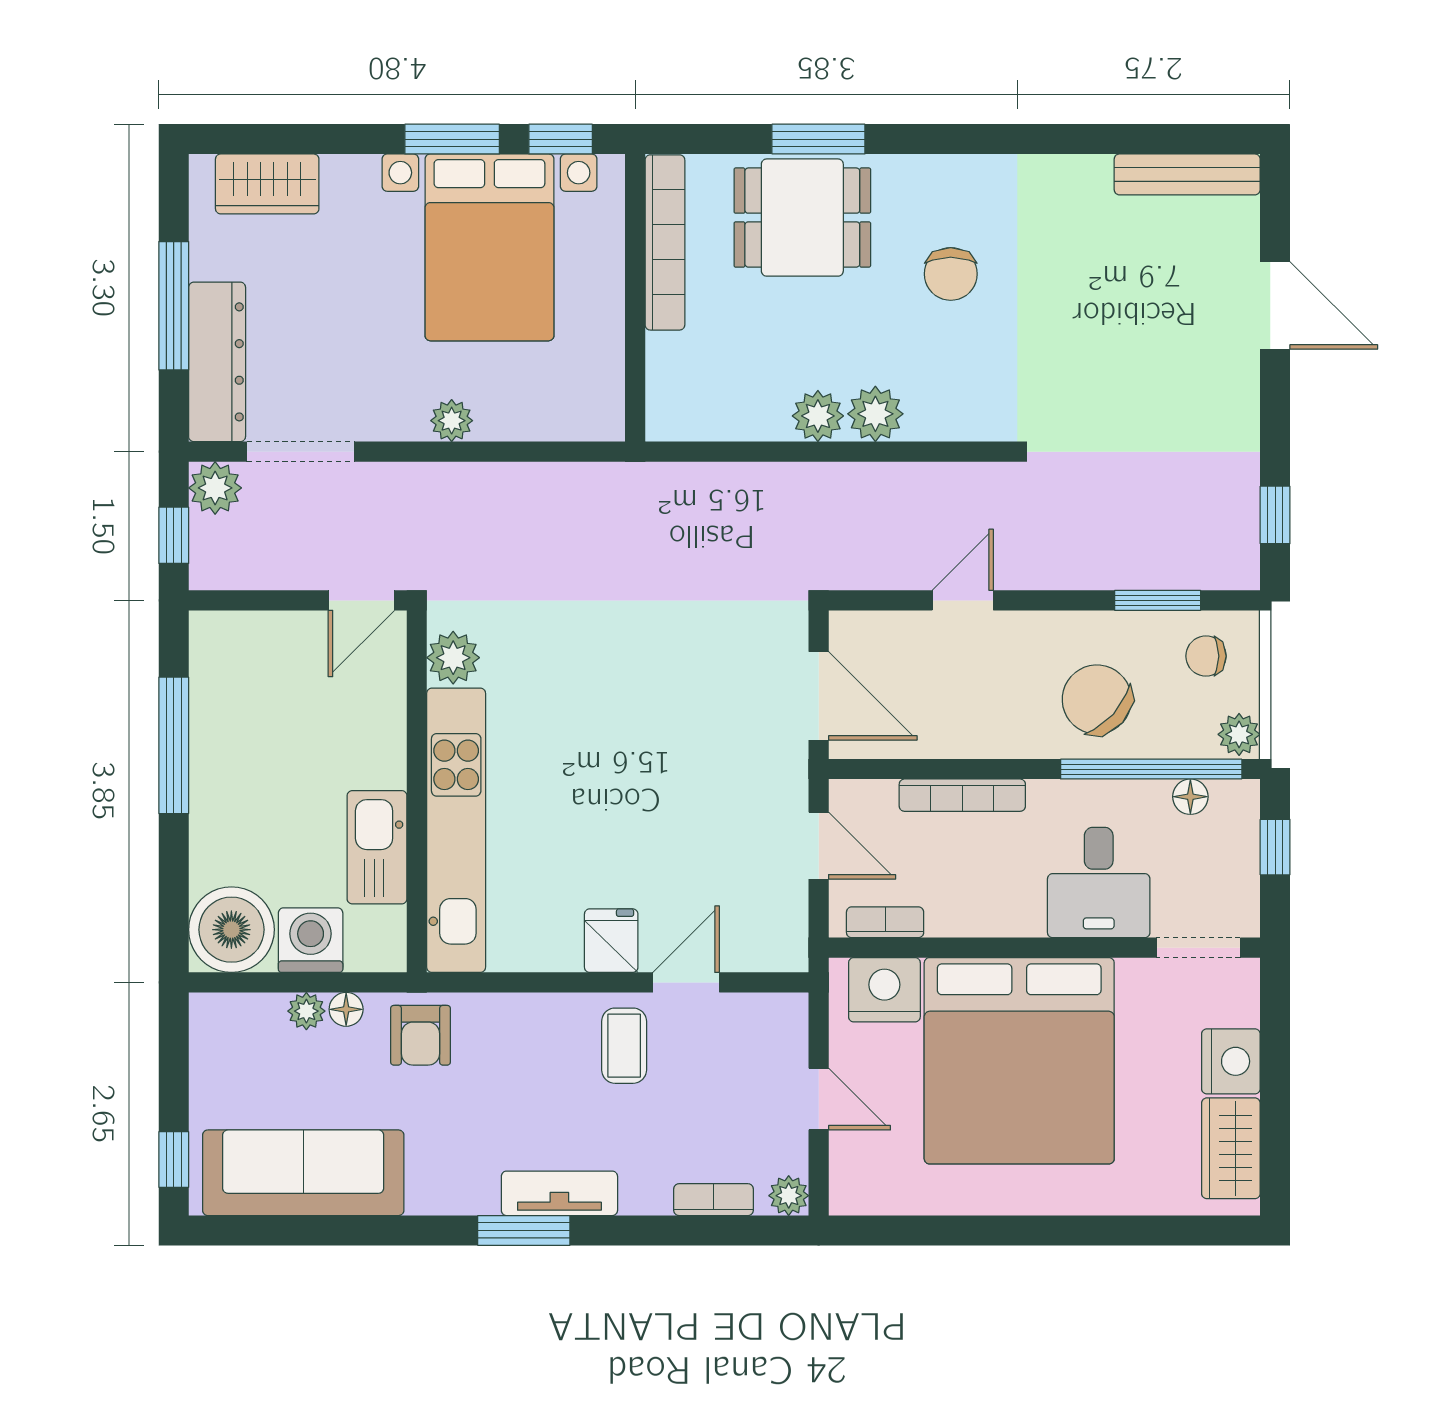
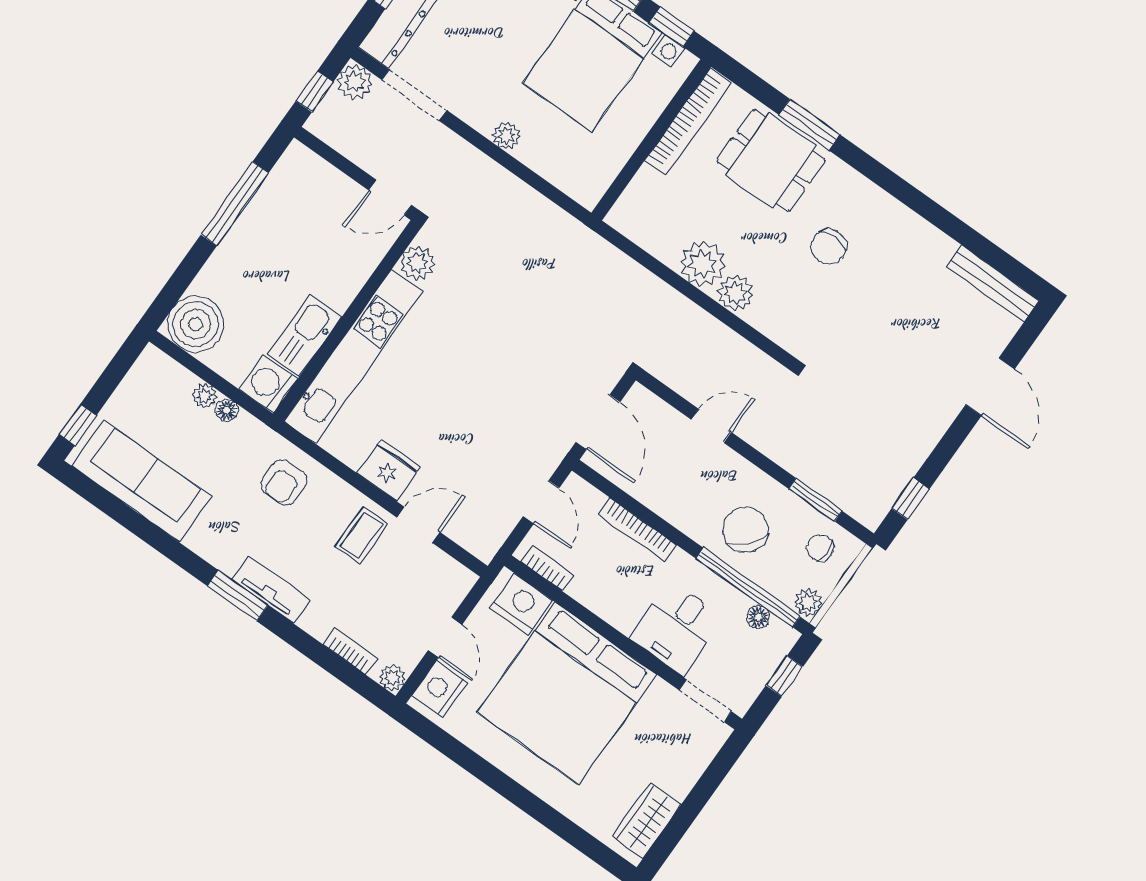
plant: (818, 416) -> (702, 264), width x1.36, depth x1.36
washing machine: (311, 940) -> (268, 384), moved, turned -90
fridge: (611, 941) -> (389, 470), width x1.38
armchair: (420, 1035) -> (284, 482), moved
nightstand: (1231, 1061) -> (440, 689), moved, turned 180

